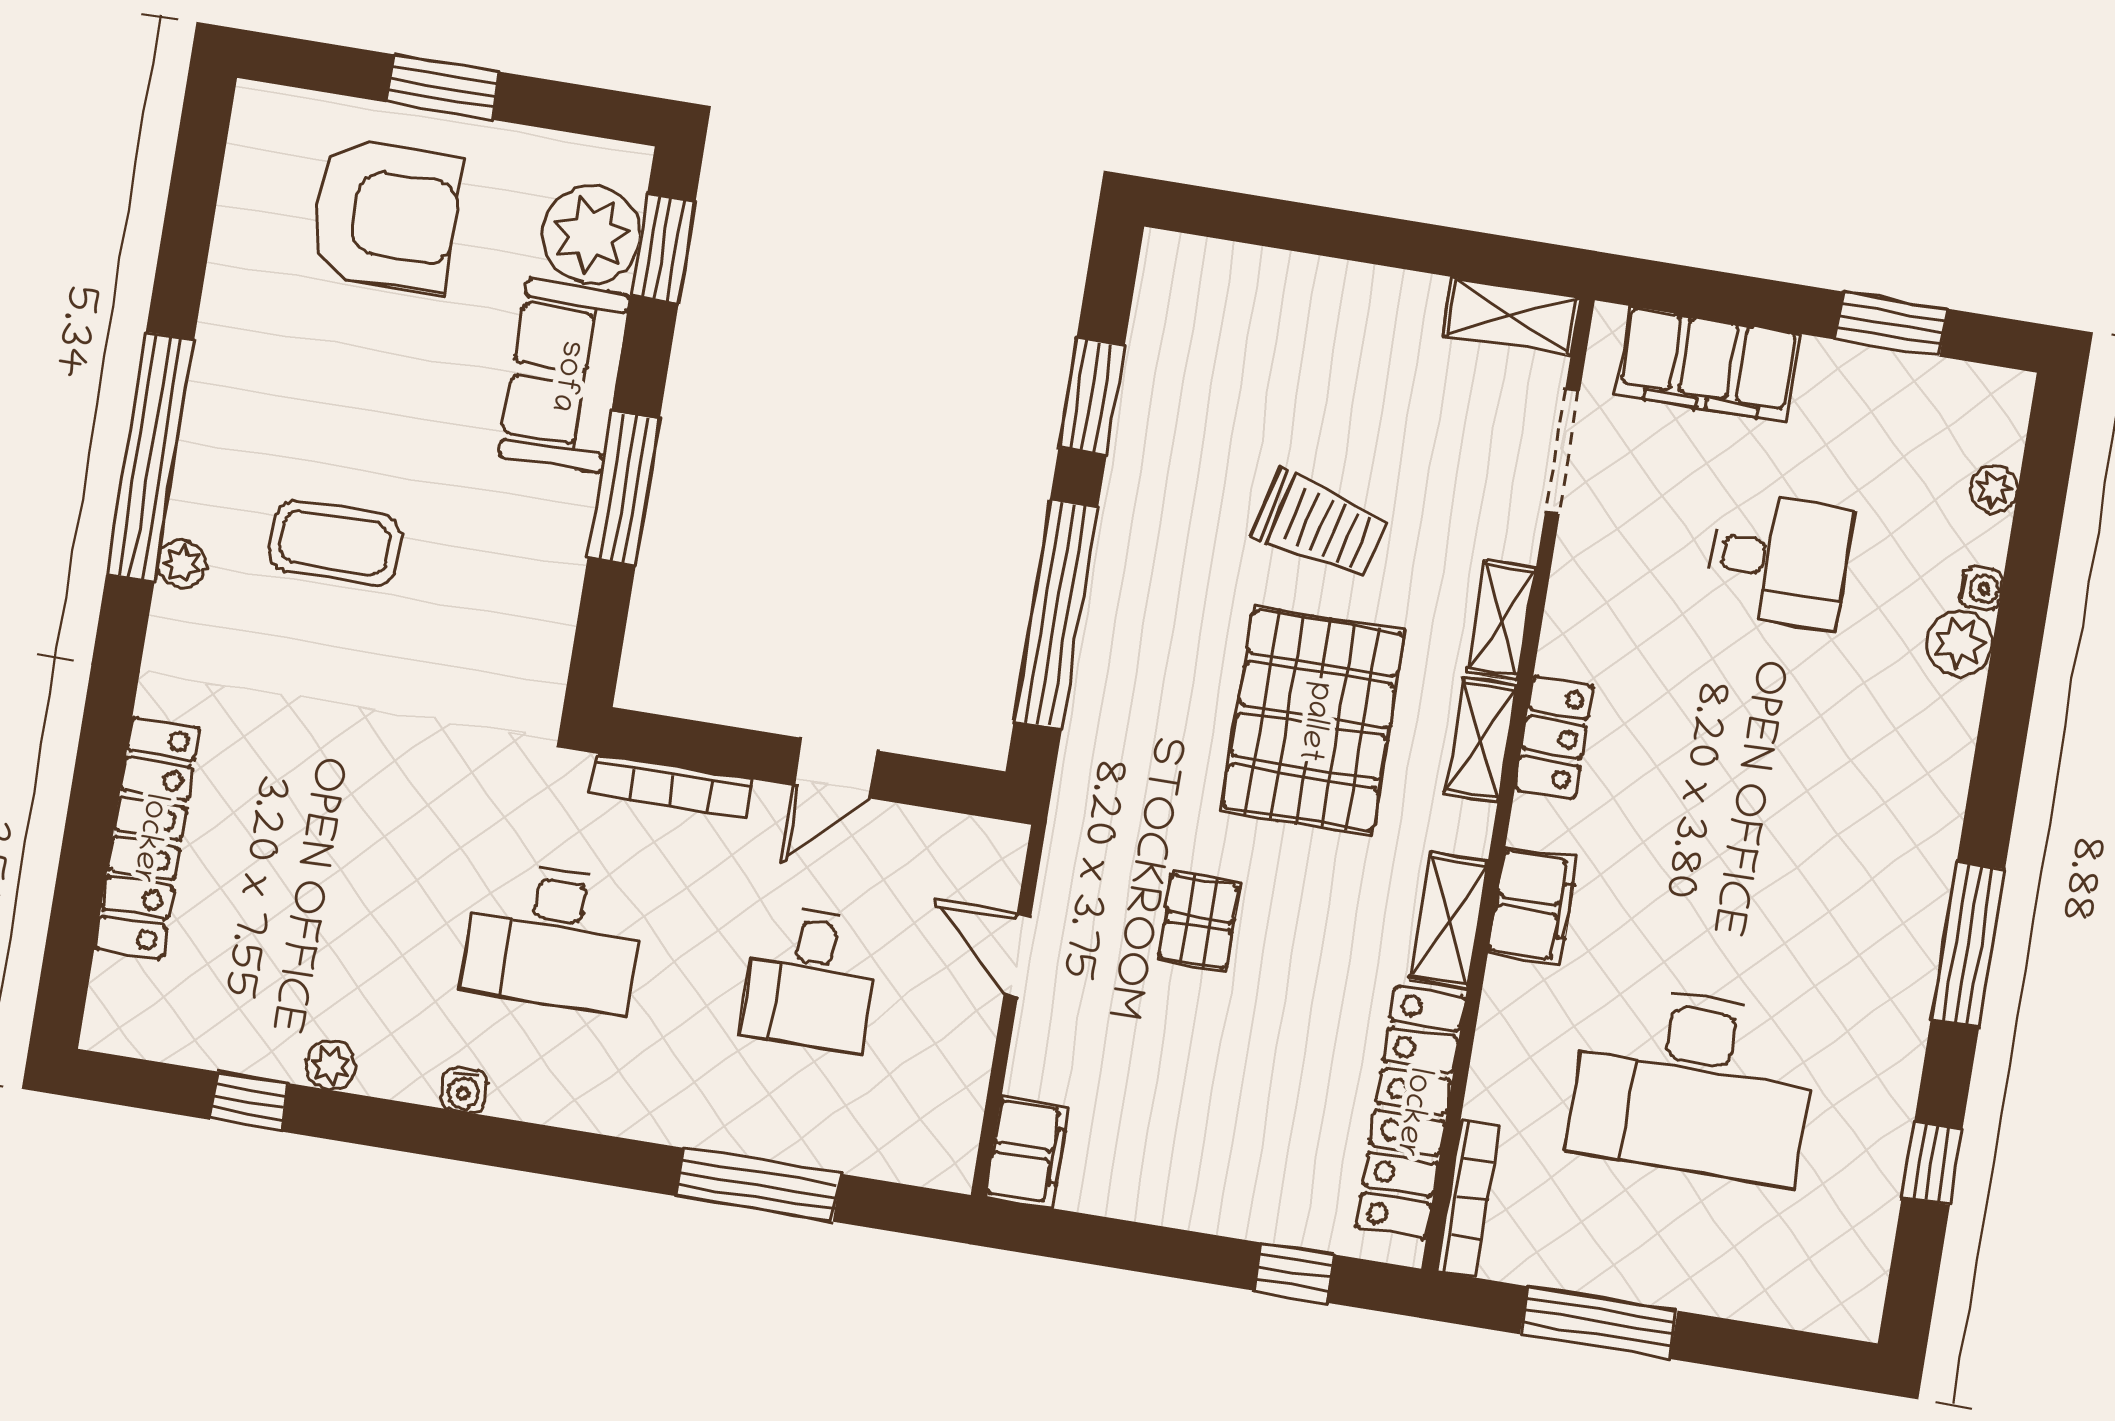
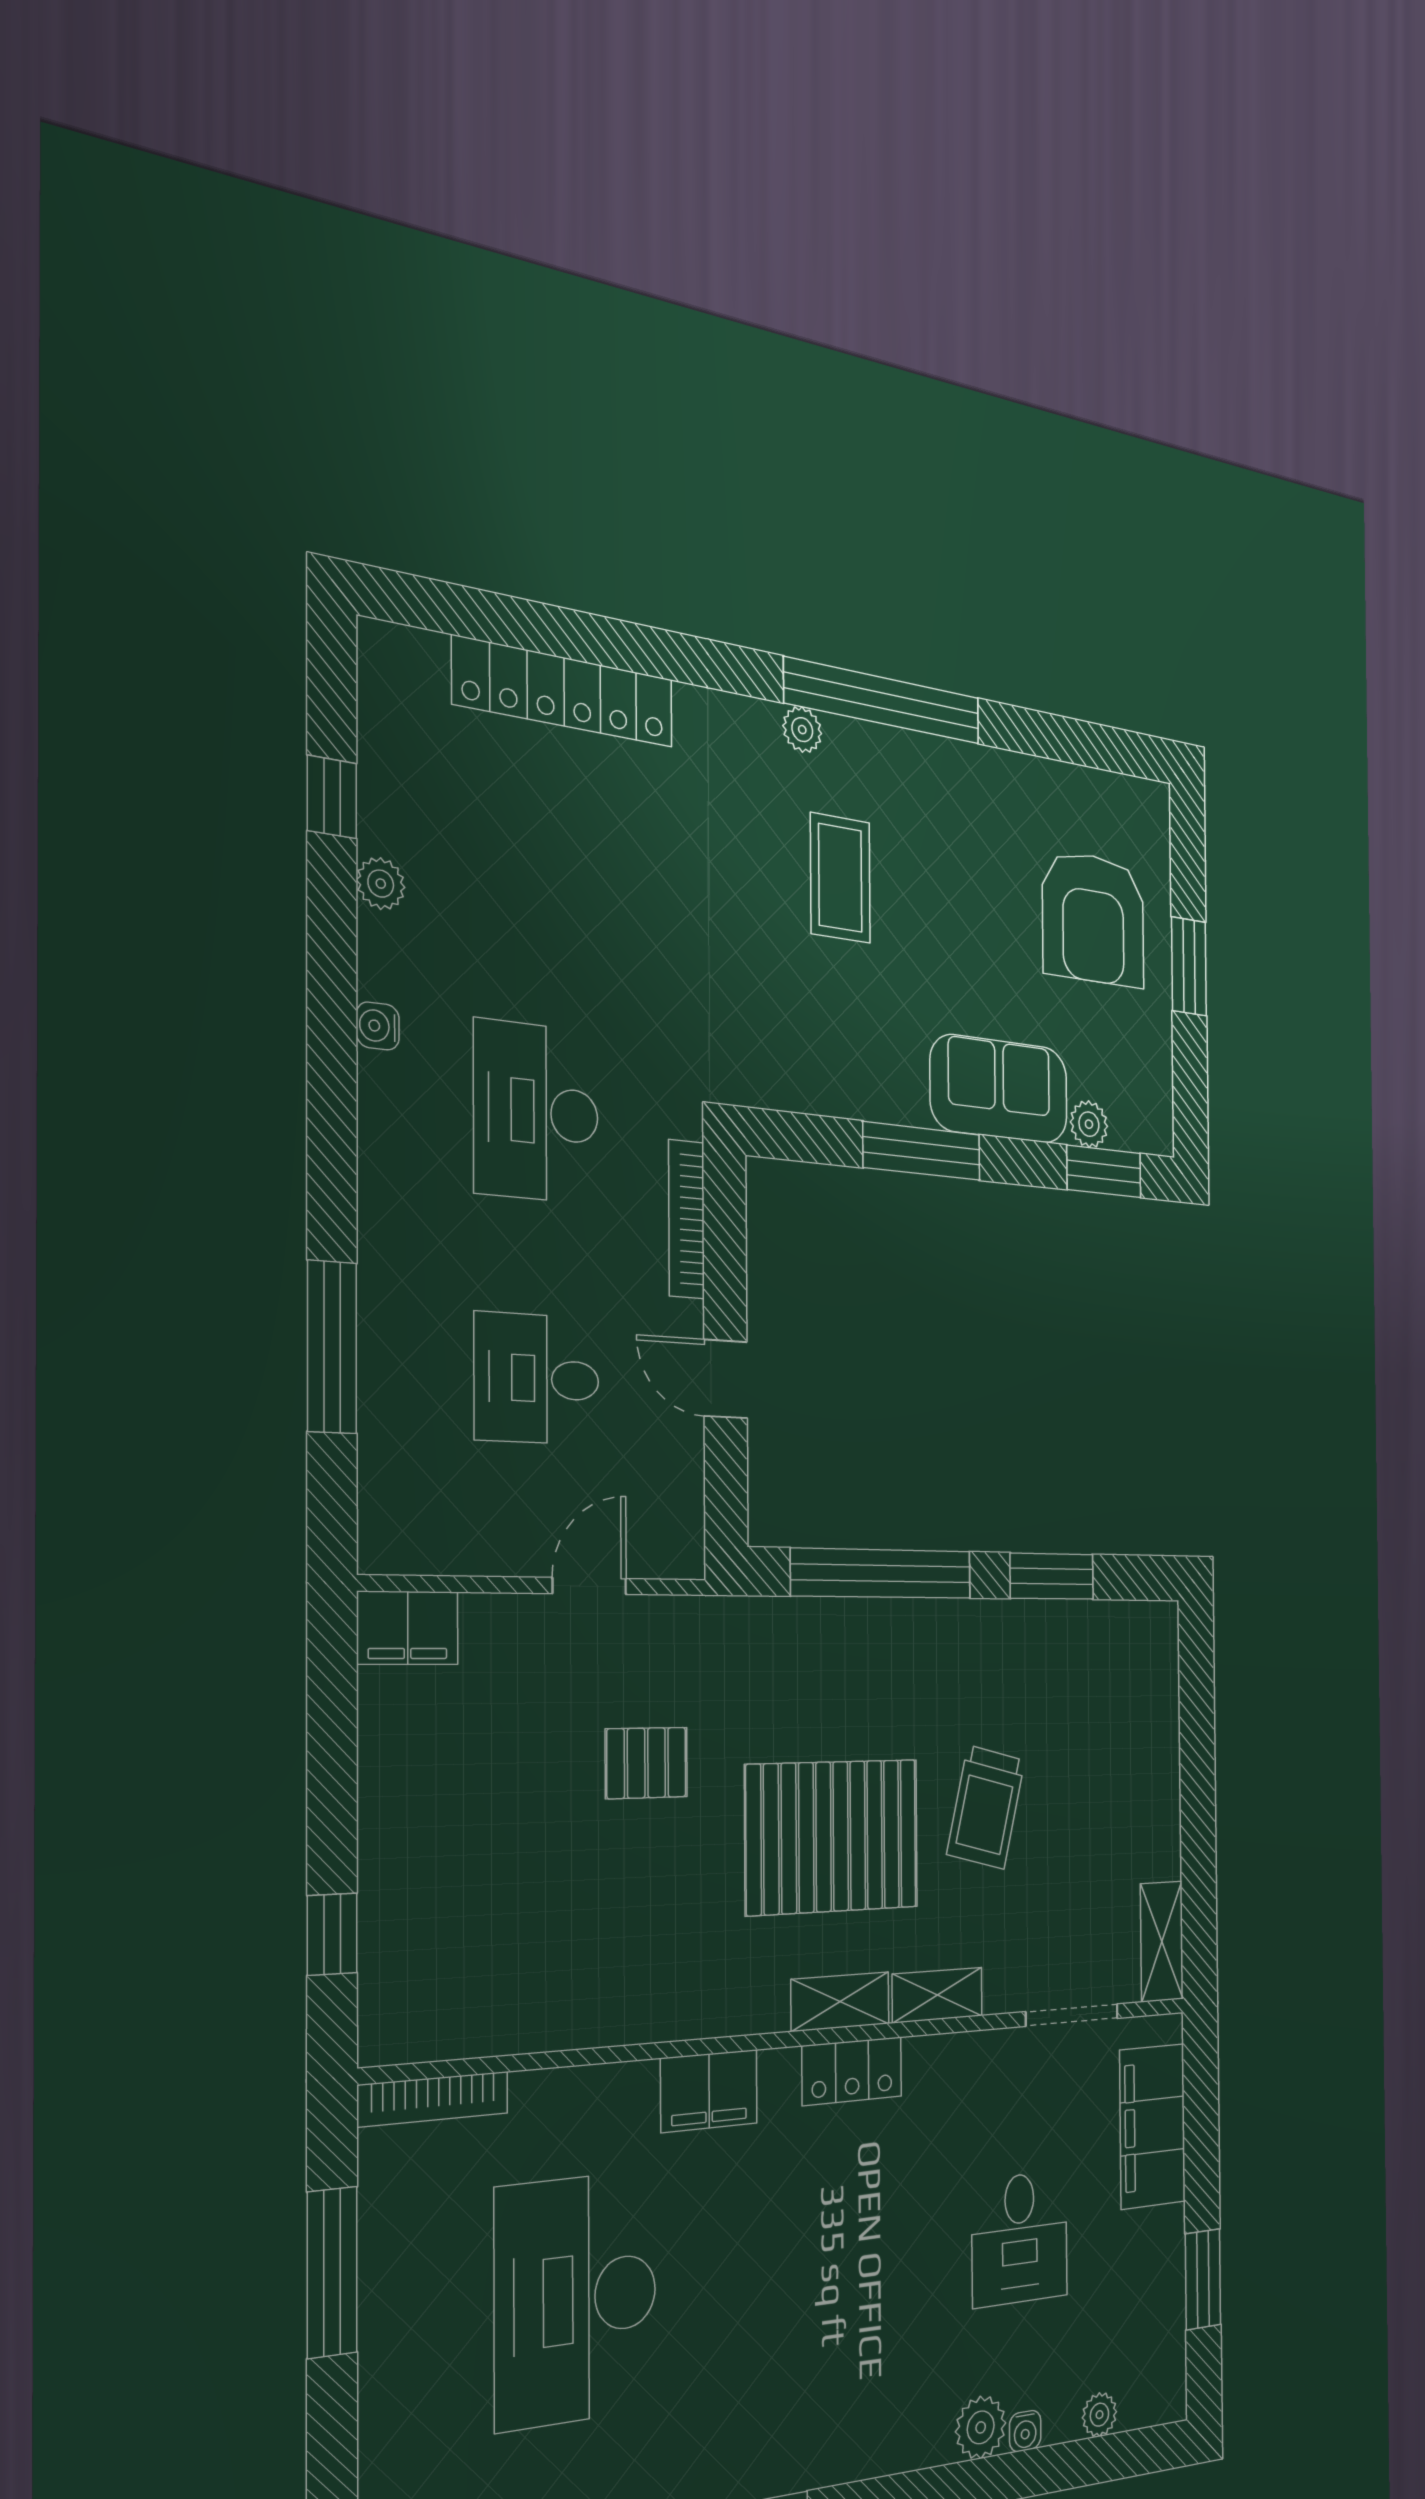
plant: (591, 234) -> (1089, 1124), width x0.53, depth x0.53
shelving: (1449, 920) -> (684, 2012), removed
locker: (1411, 1112) -> (506, 2018), removed

